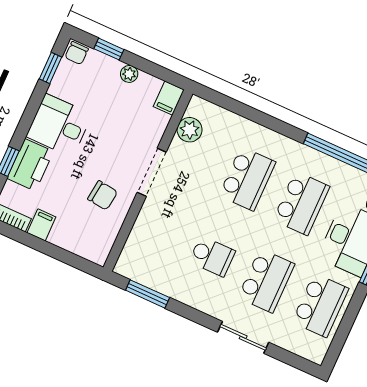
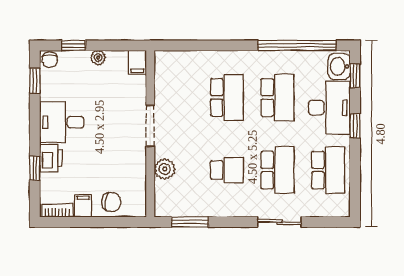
plant: (190, 130) -> (165, 169), moved
printer: (30, 165) -> (51, 158), width x0.73, depth x0.84
chair: (103, 195) -> (111, 202), moved

